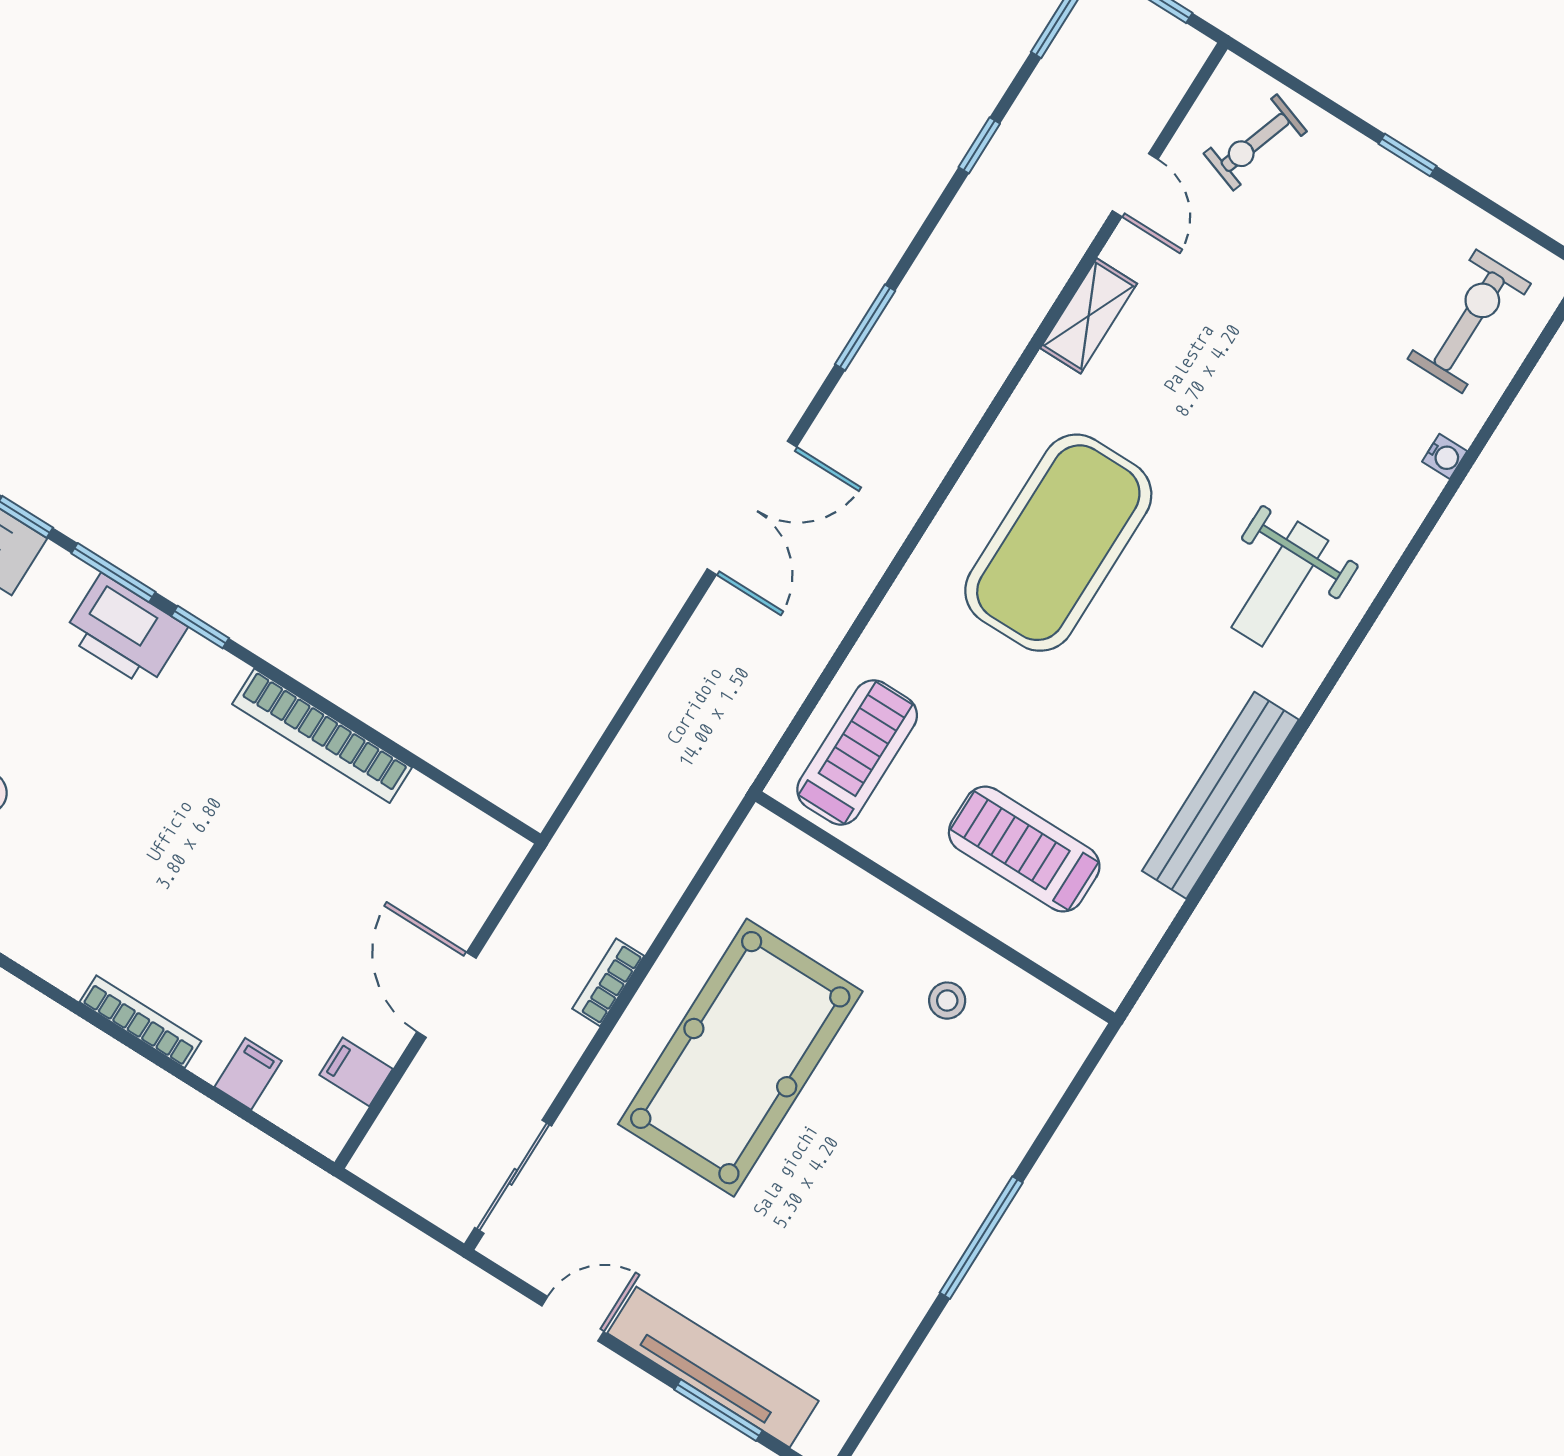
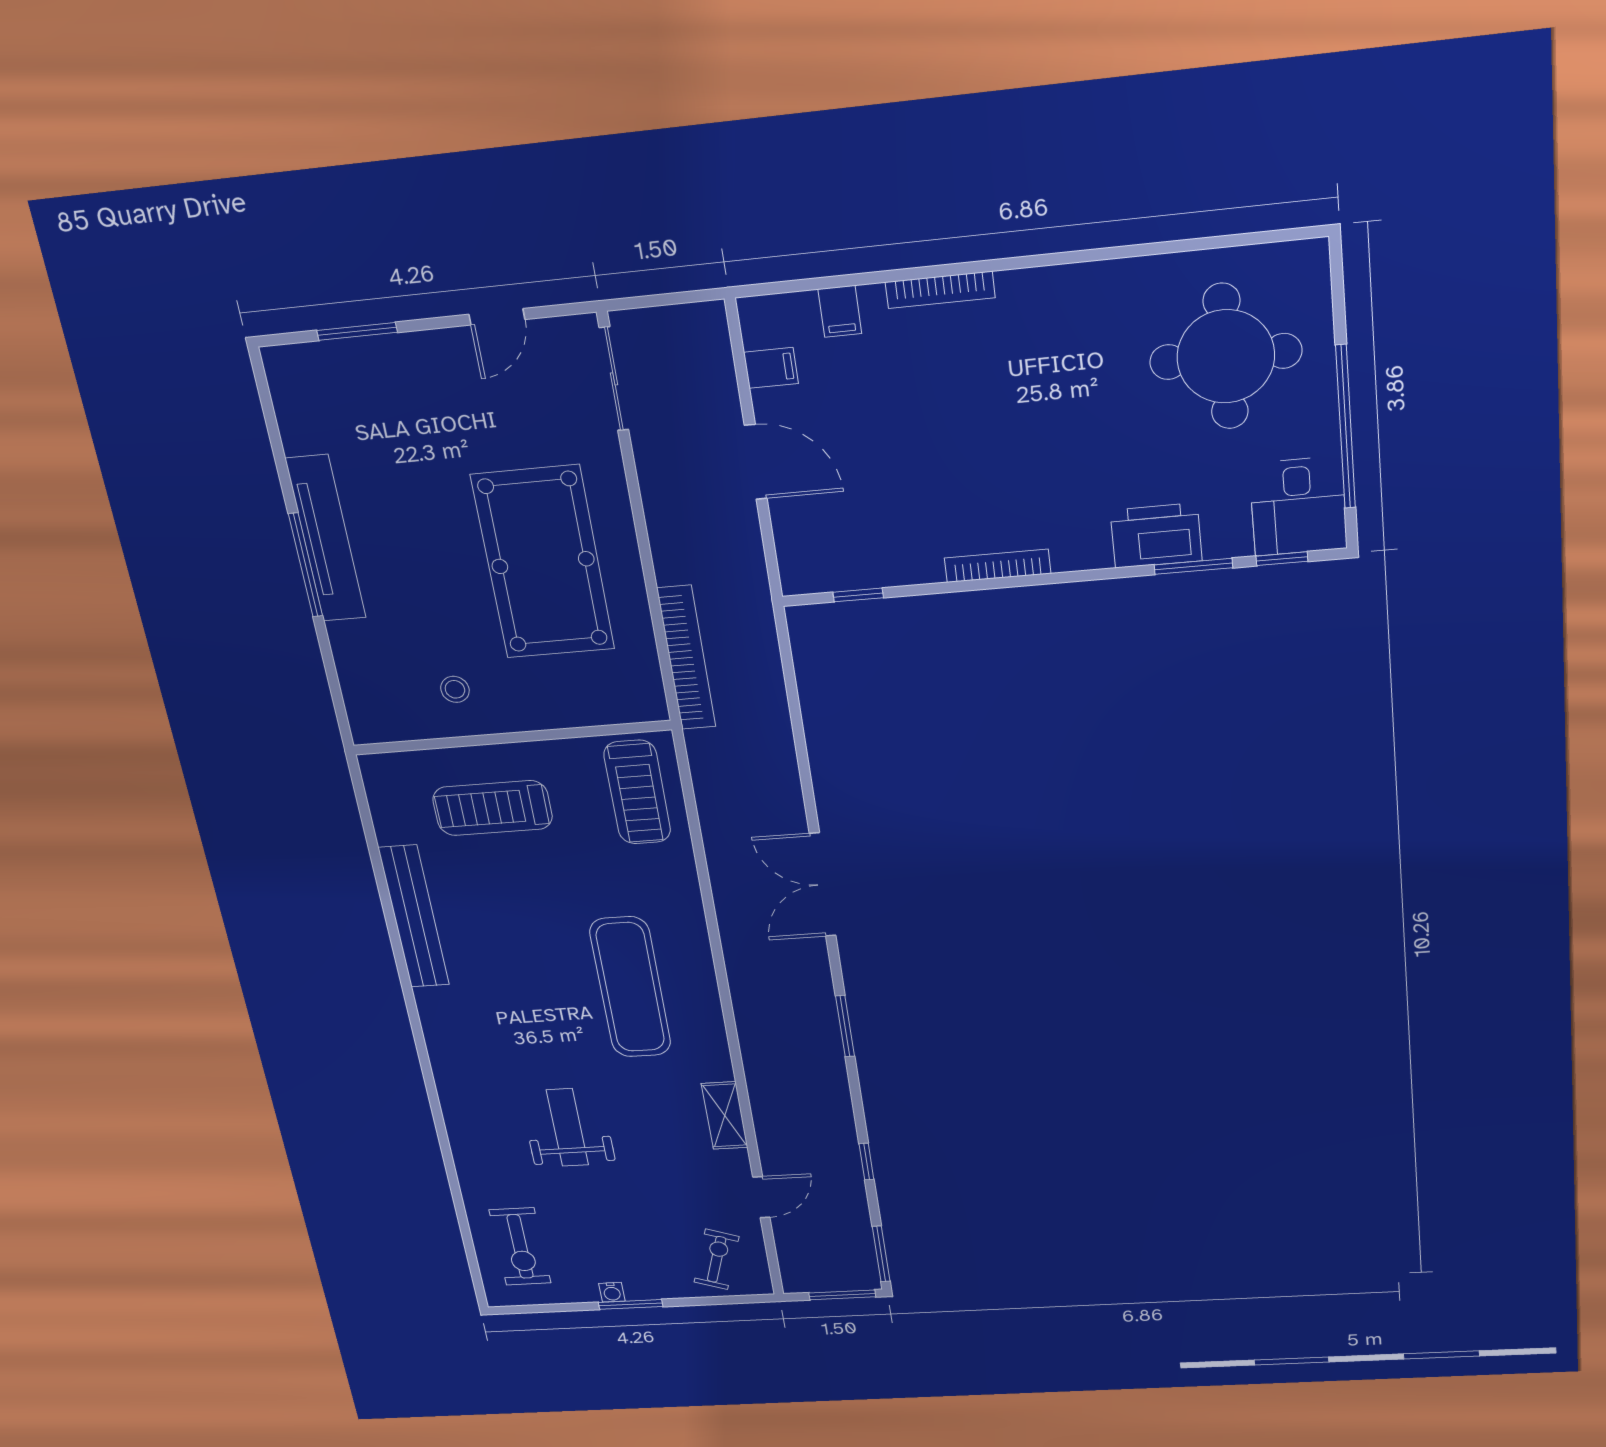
window: (1408, 155) -> (631, 1304), width x1.50
door: (1135, 185) -> (761, 1197), swing flipped
water cooler: (1445, 456) -> (612, 1292), moved, turned -90
exercise mat: (1058, 543) -> (630, 987), width x0.68
weight bench: (1280, 584) -> (567, 1127), moved
window: (200, 627) -> (858, 595), moved
bookcase: (322, 736) -> (998, 566), width x0.68, depth x0.76
treadmill: (1024, 849) -> (493, 808), turned 180
bookcase: (608, 982) -> (686, 658), moved, width x2.31, depth x1.31
tv unit: (713, 1367) -> (326, 539), moved, turned -90

